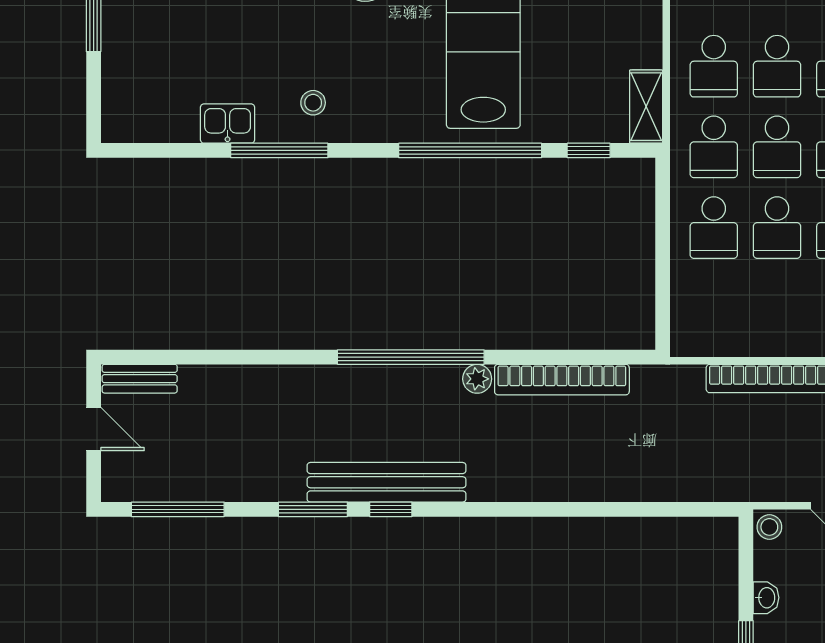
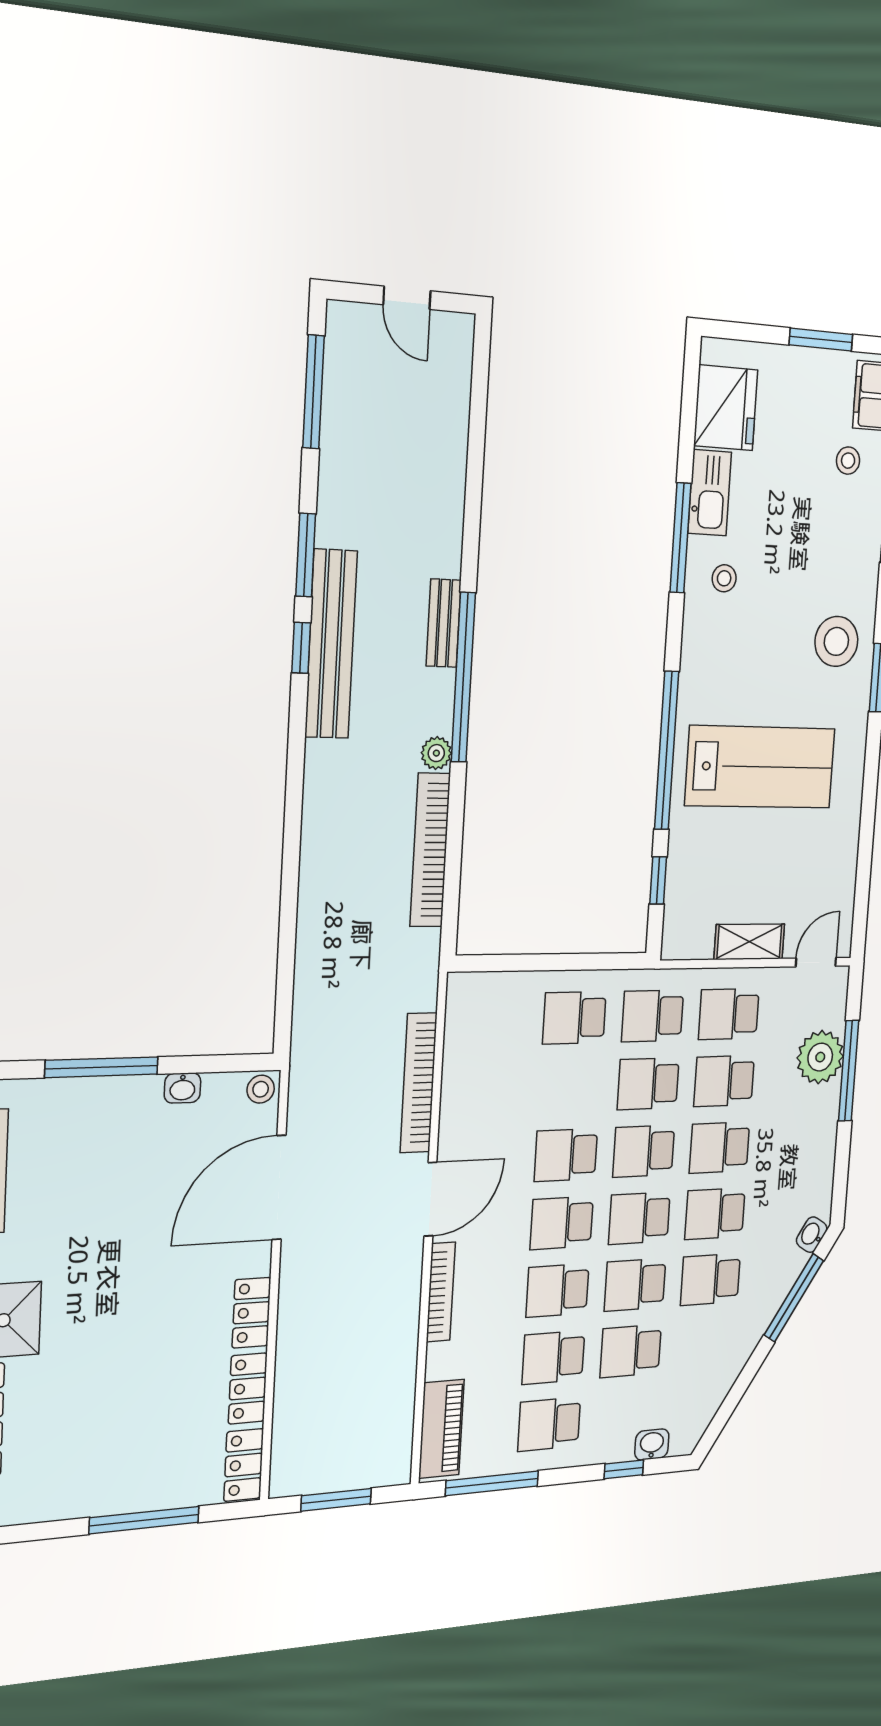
shelving: (646, 107) -> (749, 942), moved
fridge: (162, 113) -> (726, 408), added
kitchen sink: (228, 124) -> (710, 493), width x1.38
school desk: (777, 228) -> (570, 1087), removed
bench: (140, 379) -> (444, 623), moved
door: (94, 429) -> (407, 298), hinge flipped

